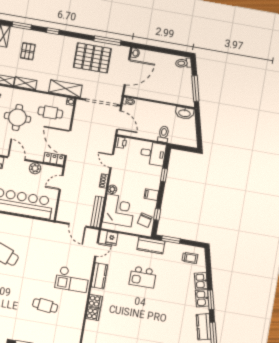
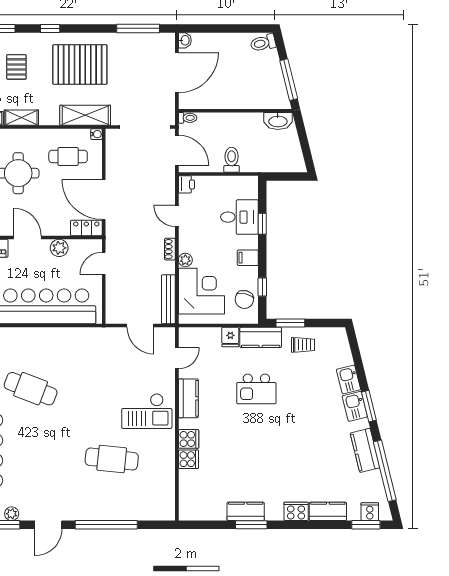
pallet: (92, 58) -> (80, 64), moved
toilet: (164, 134) -> (232, 160), moved
desk: (153, 154) -> (239, 217), moved
fridge: (112, 238) -> (230, 337), moved
trolley: (190, 258) -> (303, 345), moved
cafe table: (45, 306) -> (112, 459), width x1.37, depth x1.35

